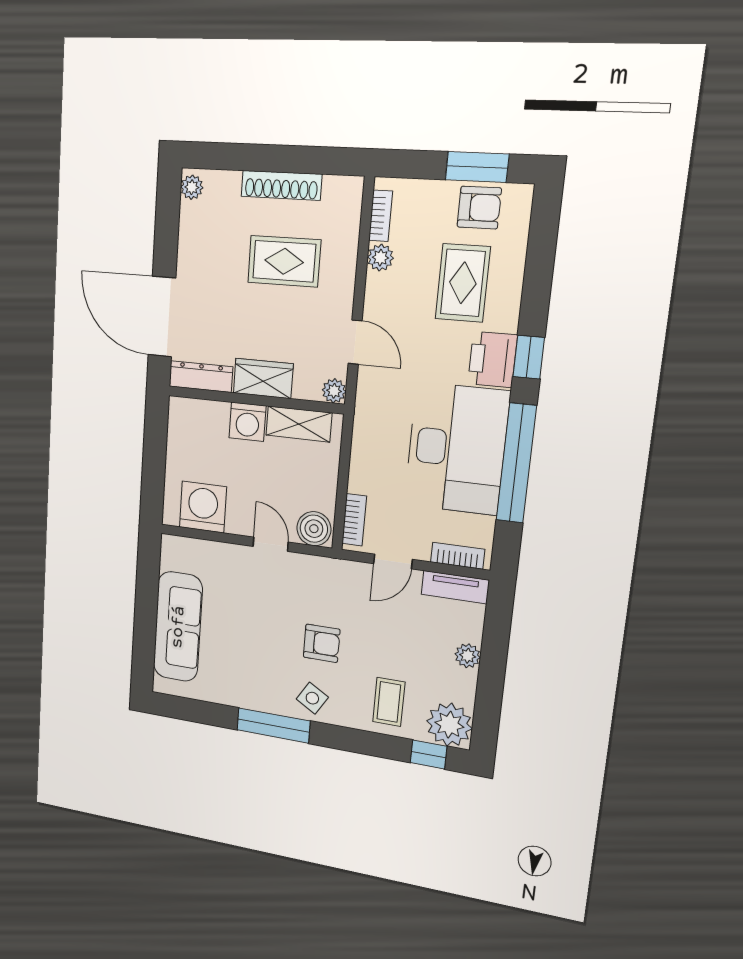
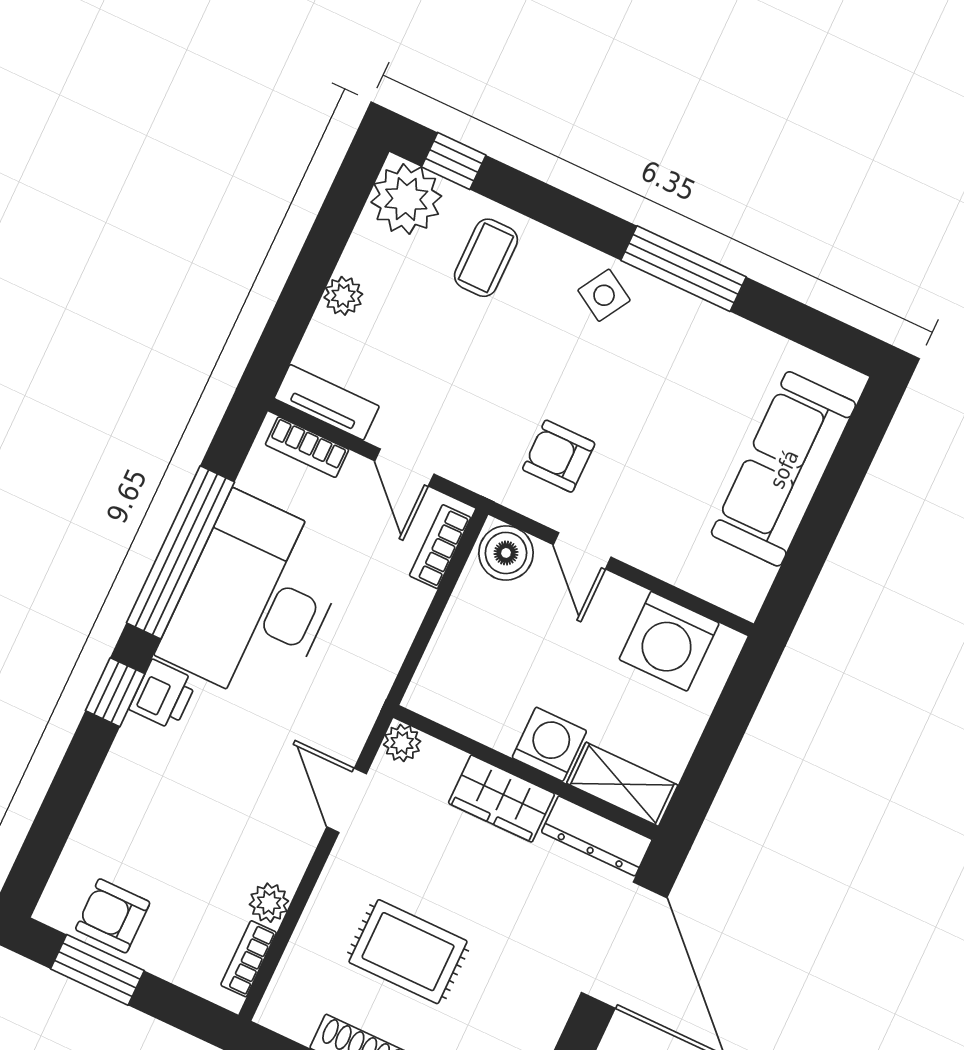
rug: (463, 283) -> (169, 825), removed
printer: (492, 359) -> (163, 695), width x0.73, depth x0.81
shelving: (299, 424) -> (622, 784), moved
door: (393, 561) -> (404, 467), swing flipped
armchair: (322, 643) -> (559, 456), moved

